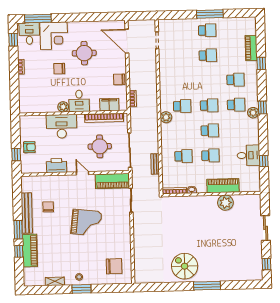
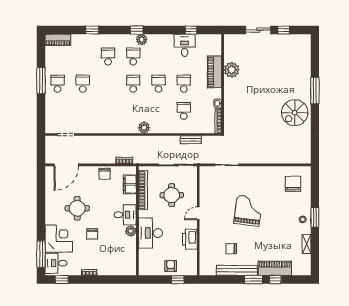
piano: (251, 48) -> (58, 40), moved
school desk: (182, 106) -> (133, 111), removed
piano: (112, 181) -> (207, 183), removed
window: (266, 264) -> (284, 30), moved

